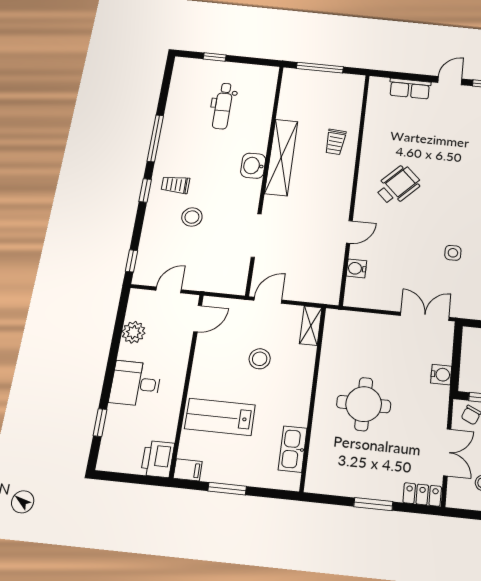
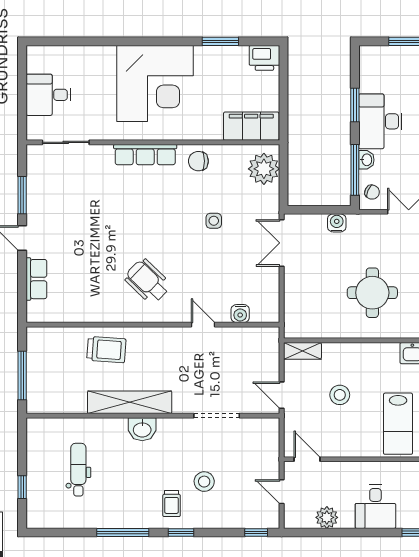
dental chair: (223, 106) -> (78, 470), turned -90
trolley: (335, 142) -> (106, 350), width x1.36, depth x1.39

